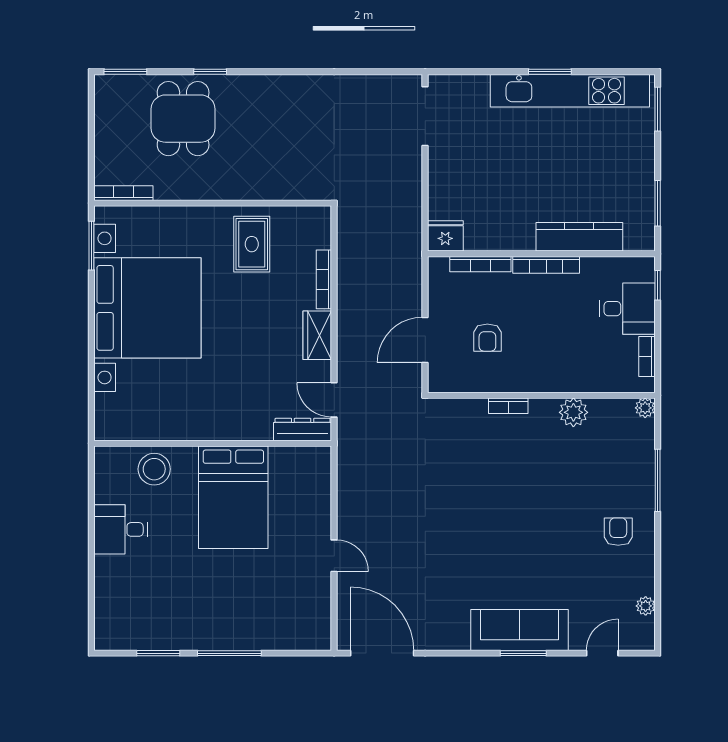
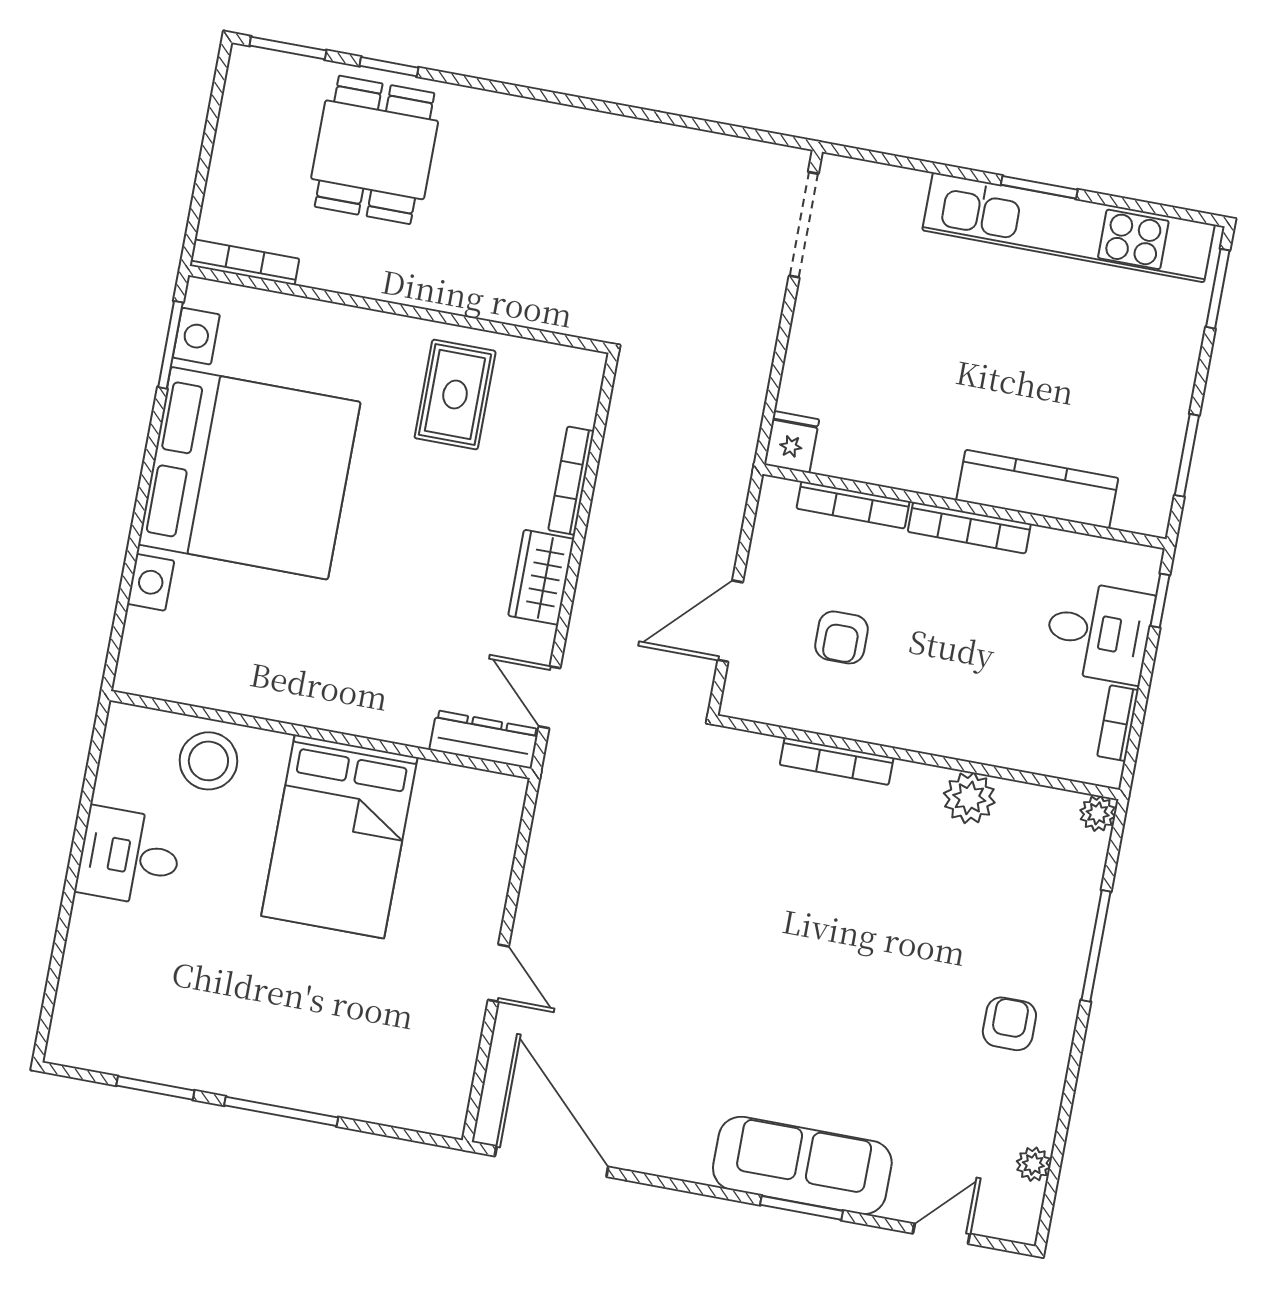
window: (210, 72) -> (389, 67), moved
fridge: (445, 236) -> (792, 442), width x0.72
bookcase: (508, 406) -> (837, 761), width x1.56

